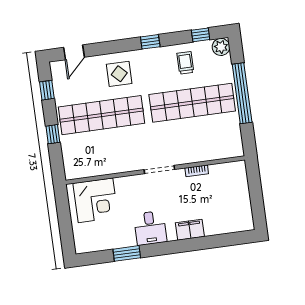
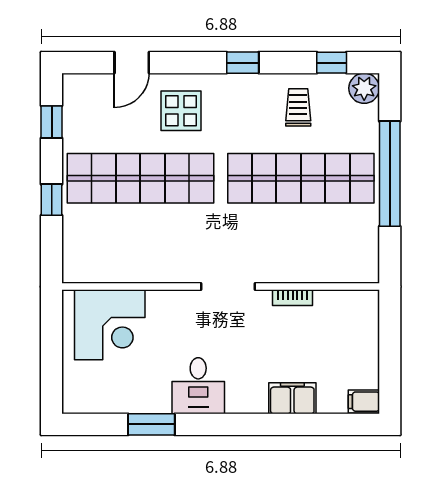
door: (74, 52) -> (132, 63), moved
filing cabinet: (245, 224) -> (364, 402), added
filing cabinet: (190, 230) -> (292, 398), moved

